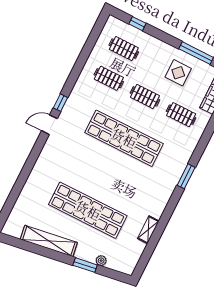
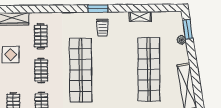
window: (186, 176) -> (98, 8), moved
trolley: (157, 184) -> (102, 28), added
window: (85, 265) -> (188, 29), moved

